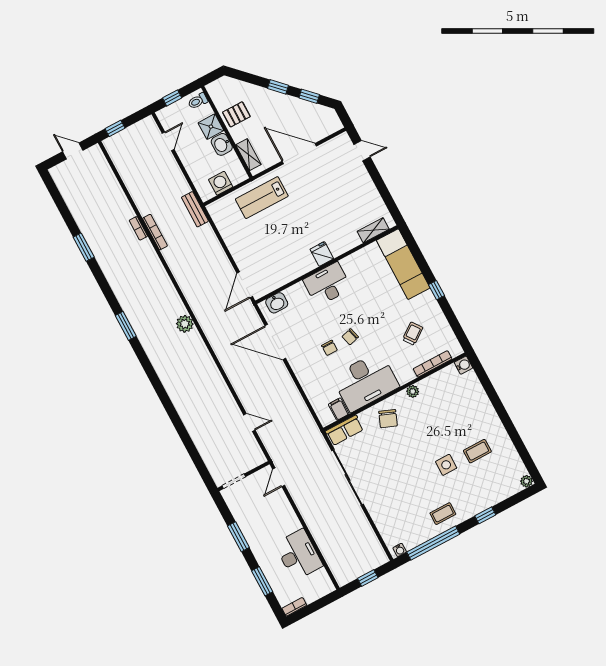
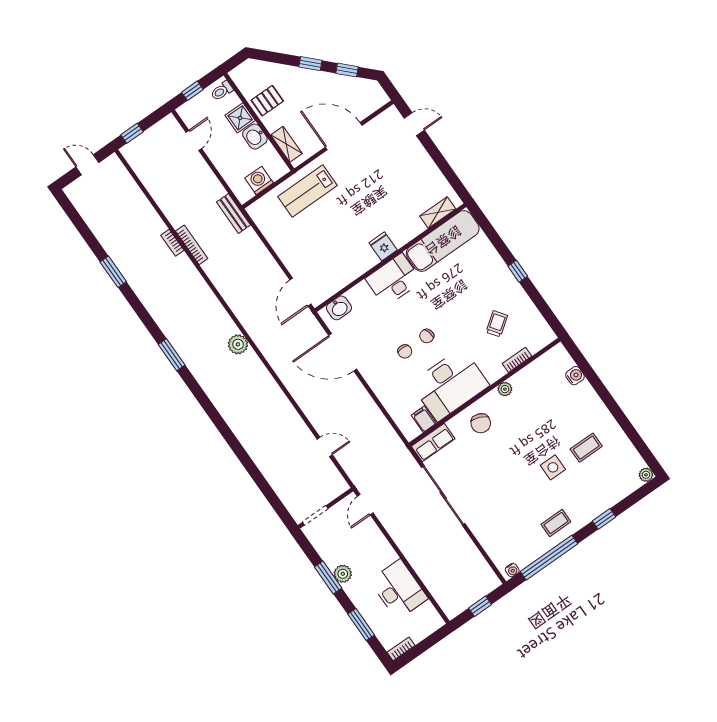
exam couch: (403, 264) -> (443, 241), moved, turned -90
bookcase: (433, 364) -> (517, 360), width x0.64
water cooler: (463, 365) -> (575, 376), moved
plant: (252, 535) -> (343, 574), added

